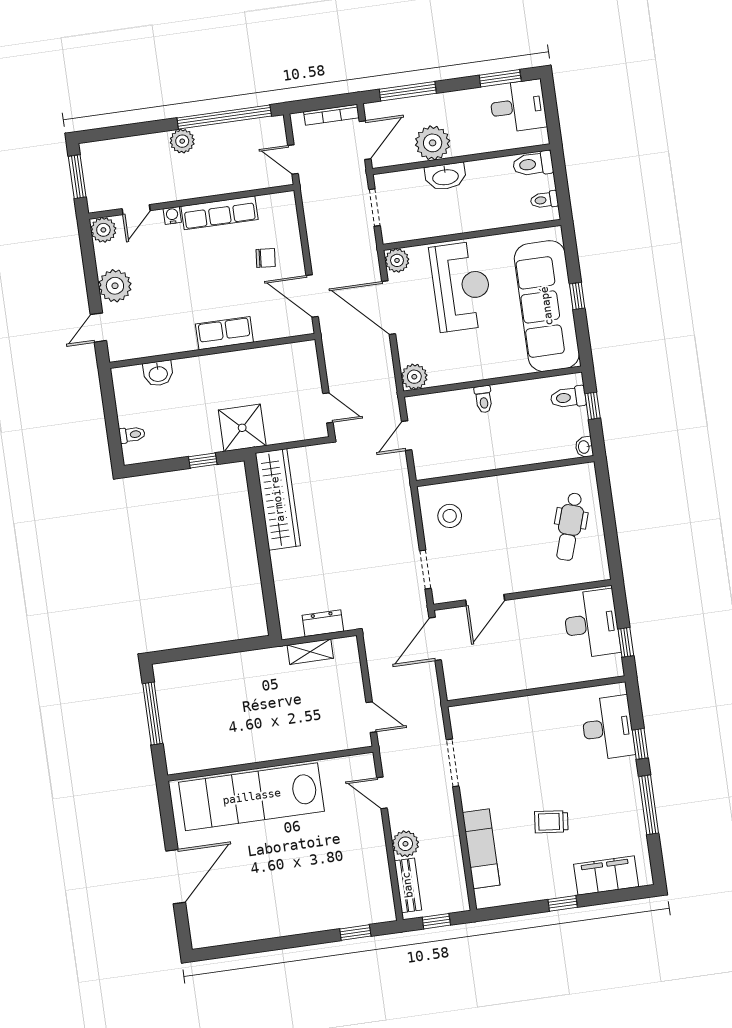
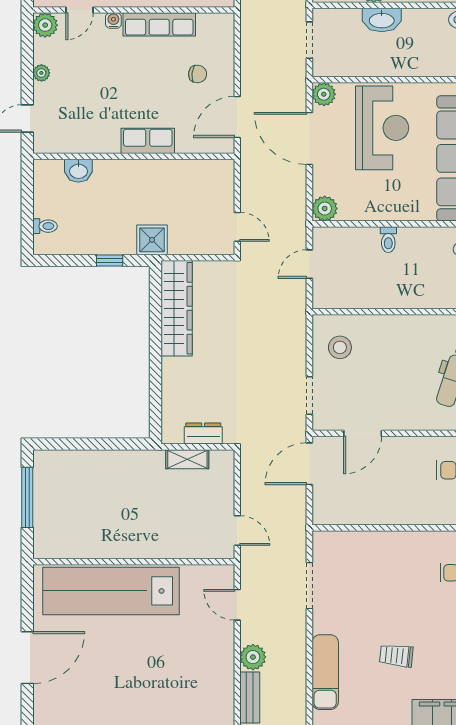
plant: (115, 286) -> (41, 73), width x0.53, depth x0.53
door: (312, 296) -> (237, 117), hinge flipped
shower: (242, 428) -> (152, 240), width x0.73, depth x0.73

